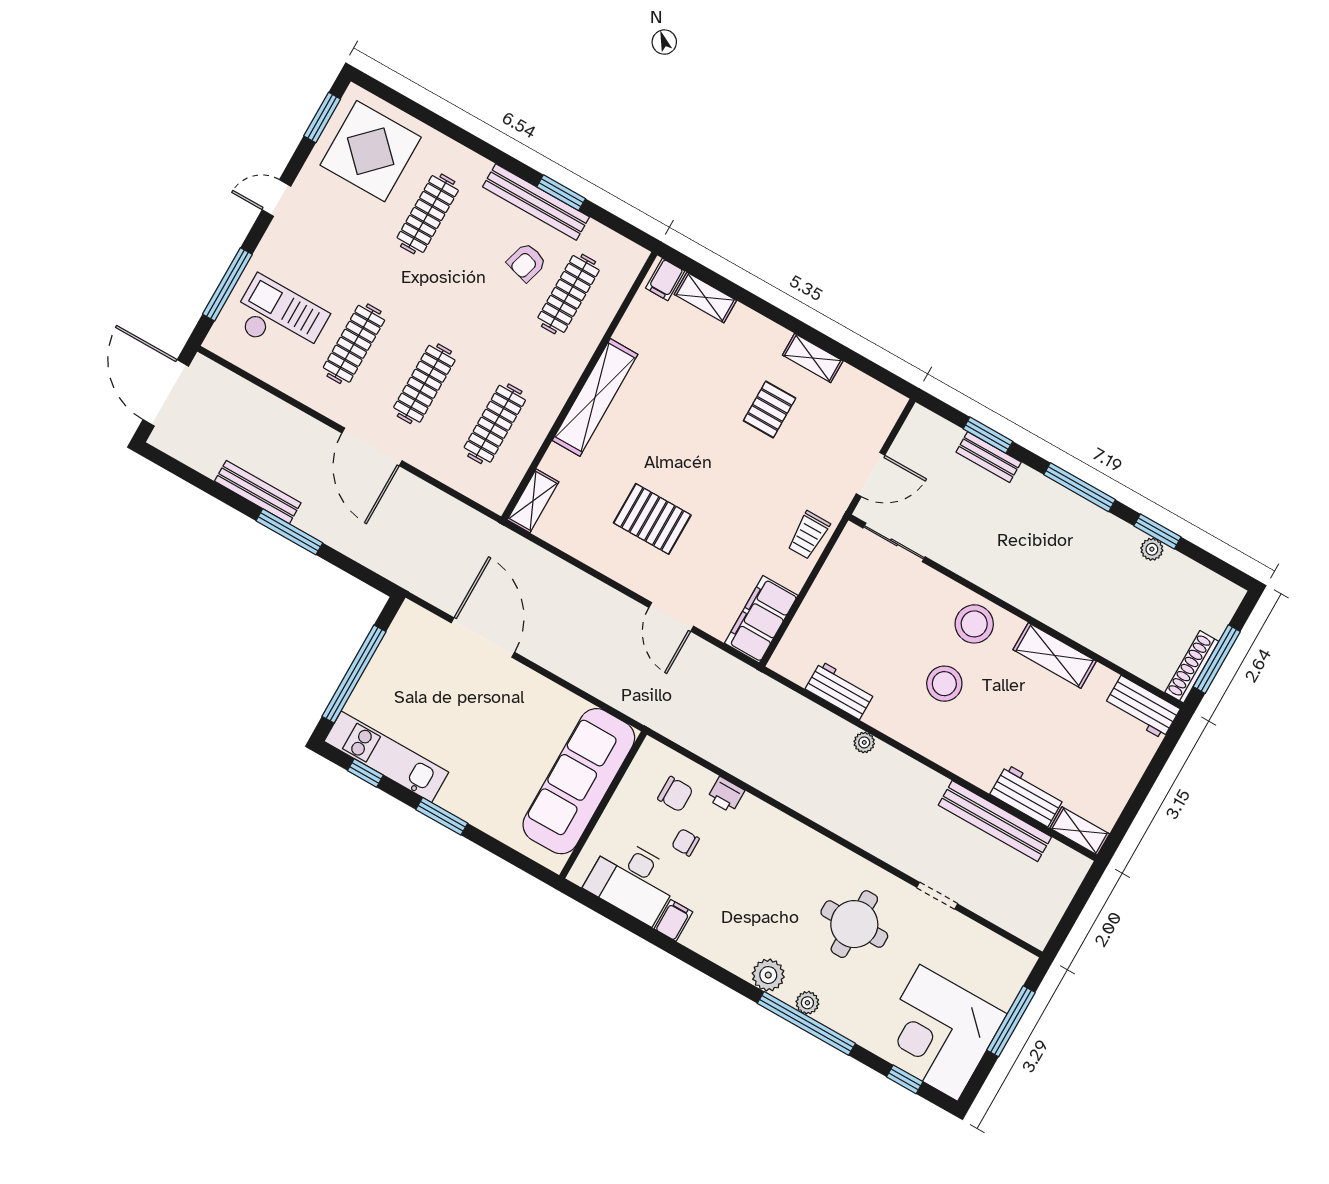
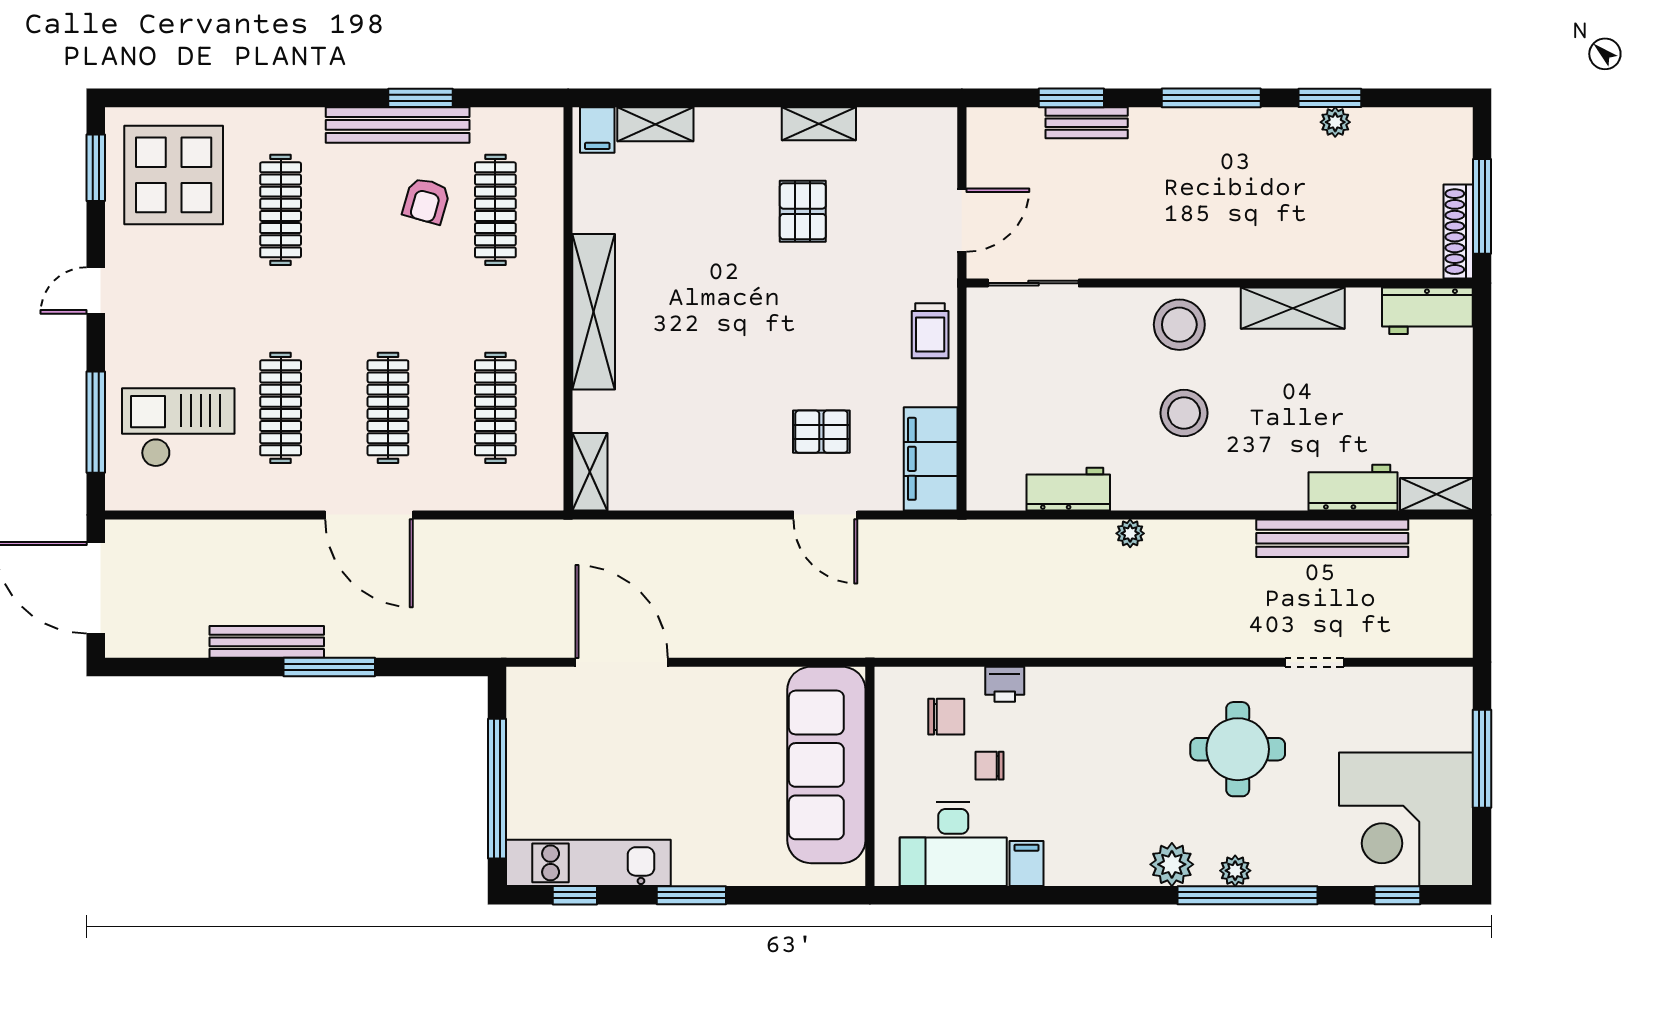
pallet: (652, 519) -> (821, 432), moved, width x0.67, depth x0.71

